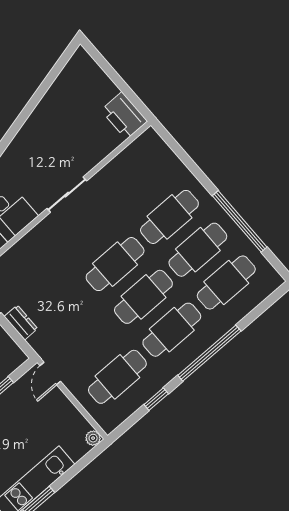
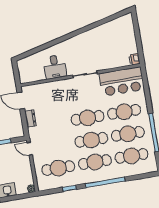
printer: (124, 116) -> (134, 59), width x0.53, depth x0.68
bar counter: (135, 169) -> (122, 81), added
door: (50, 373) -> (30, 149), hinge flipped

